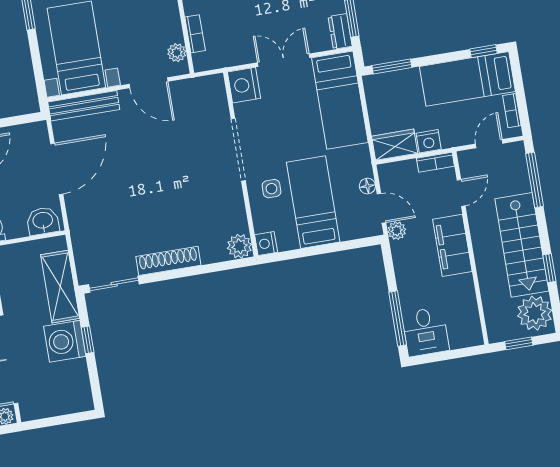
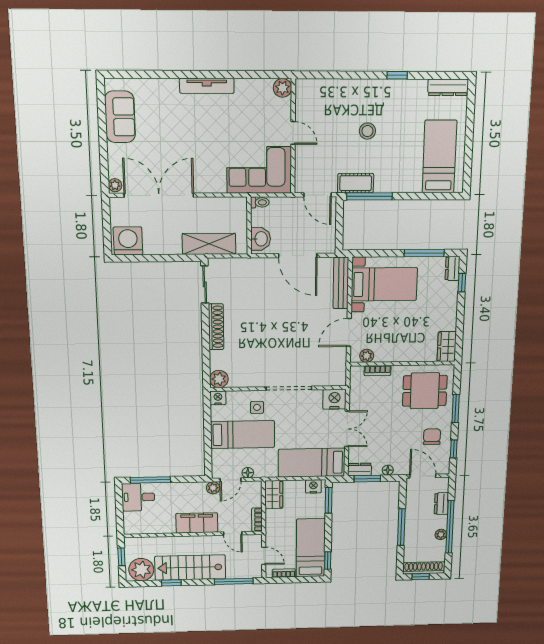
nightstand: (429, 141) -> (313, 486), moved, turned 90
window: (88, 340) -> (166, 258), removed
washing machine: (65, 341) -> (128, 241), moved

